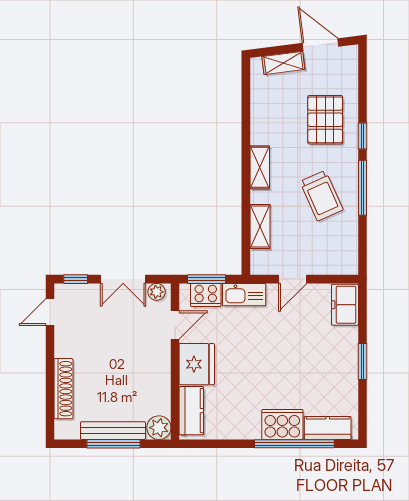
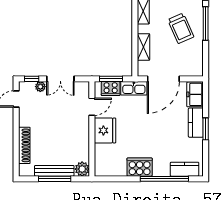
door: (293, 279) -> (163, 79), width x1.88
plant: (157, 292) -> (40, 87), moved
kitchen counter: (191, 411) -> (196, 123), moved, turned 180
cooker: (282, 424) -> (140, 167), moved

